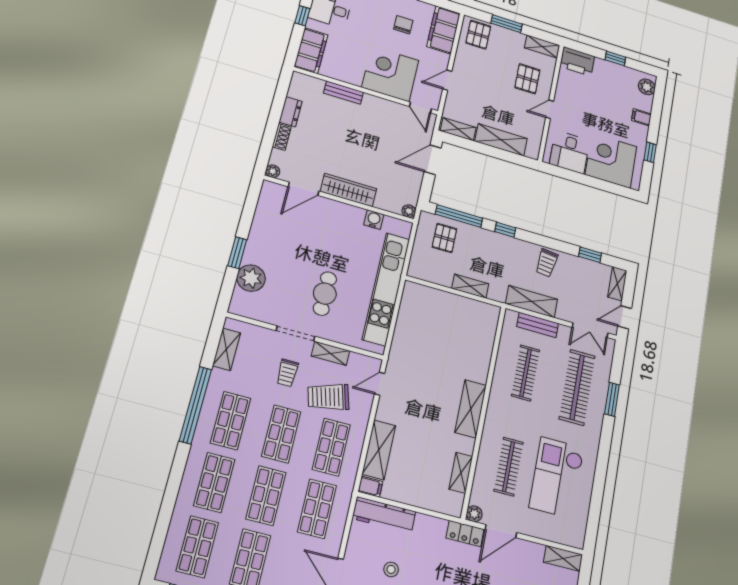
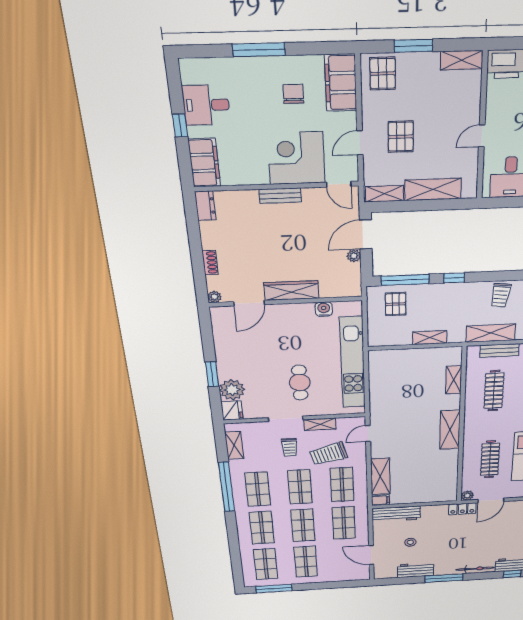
pallet: (527, 79) -> (401, 137), moved
bench: (344, 93) -> (280, 196), moved
dresser: (291, 112) -> (205, 206), moved
plant: (409, 211) -> (354, 256), moved
fridge: (241, 303) -> (232, 411), added
shelving: (461, 473) -> (454, 380), moved

